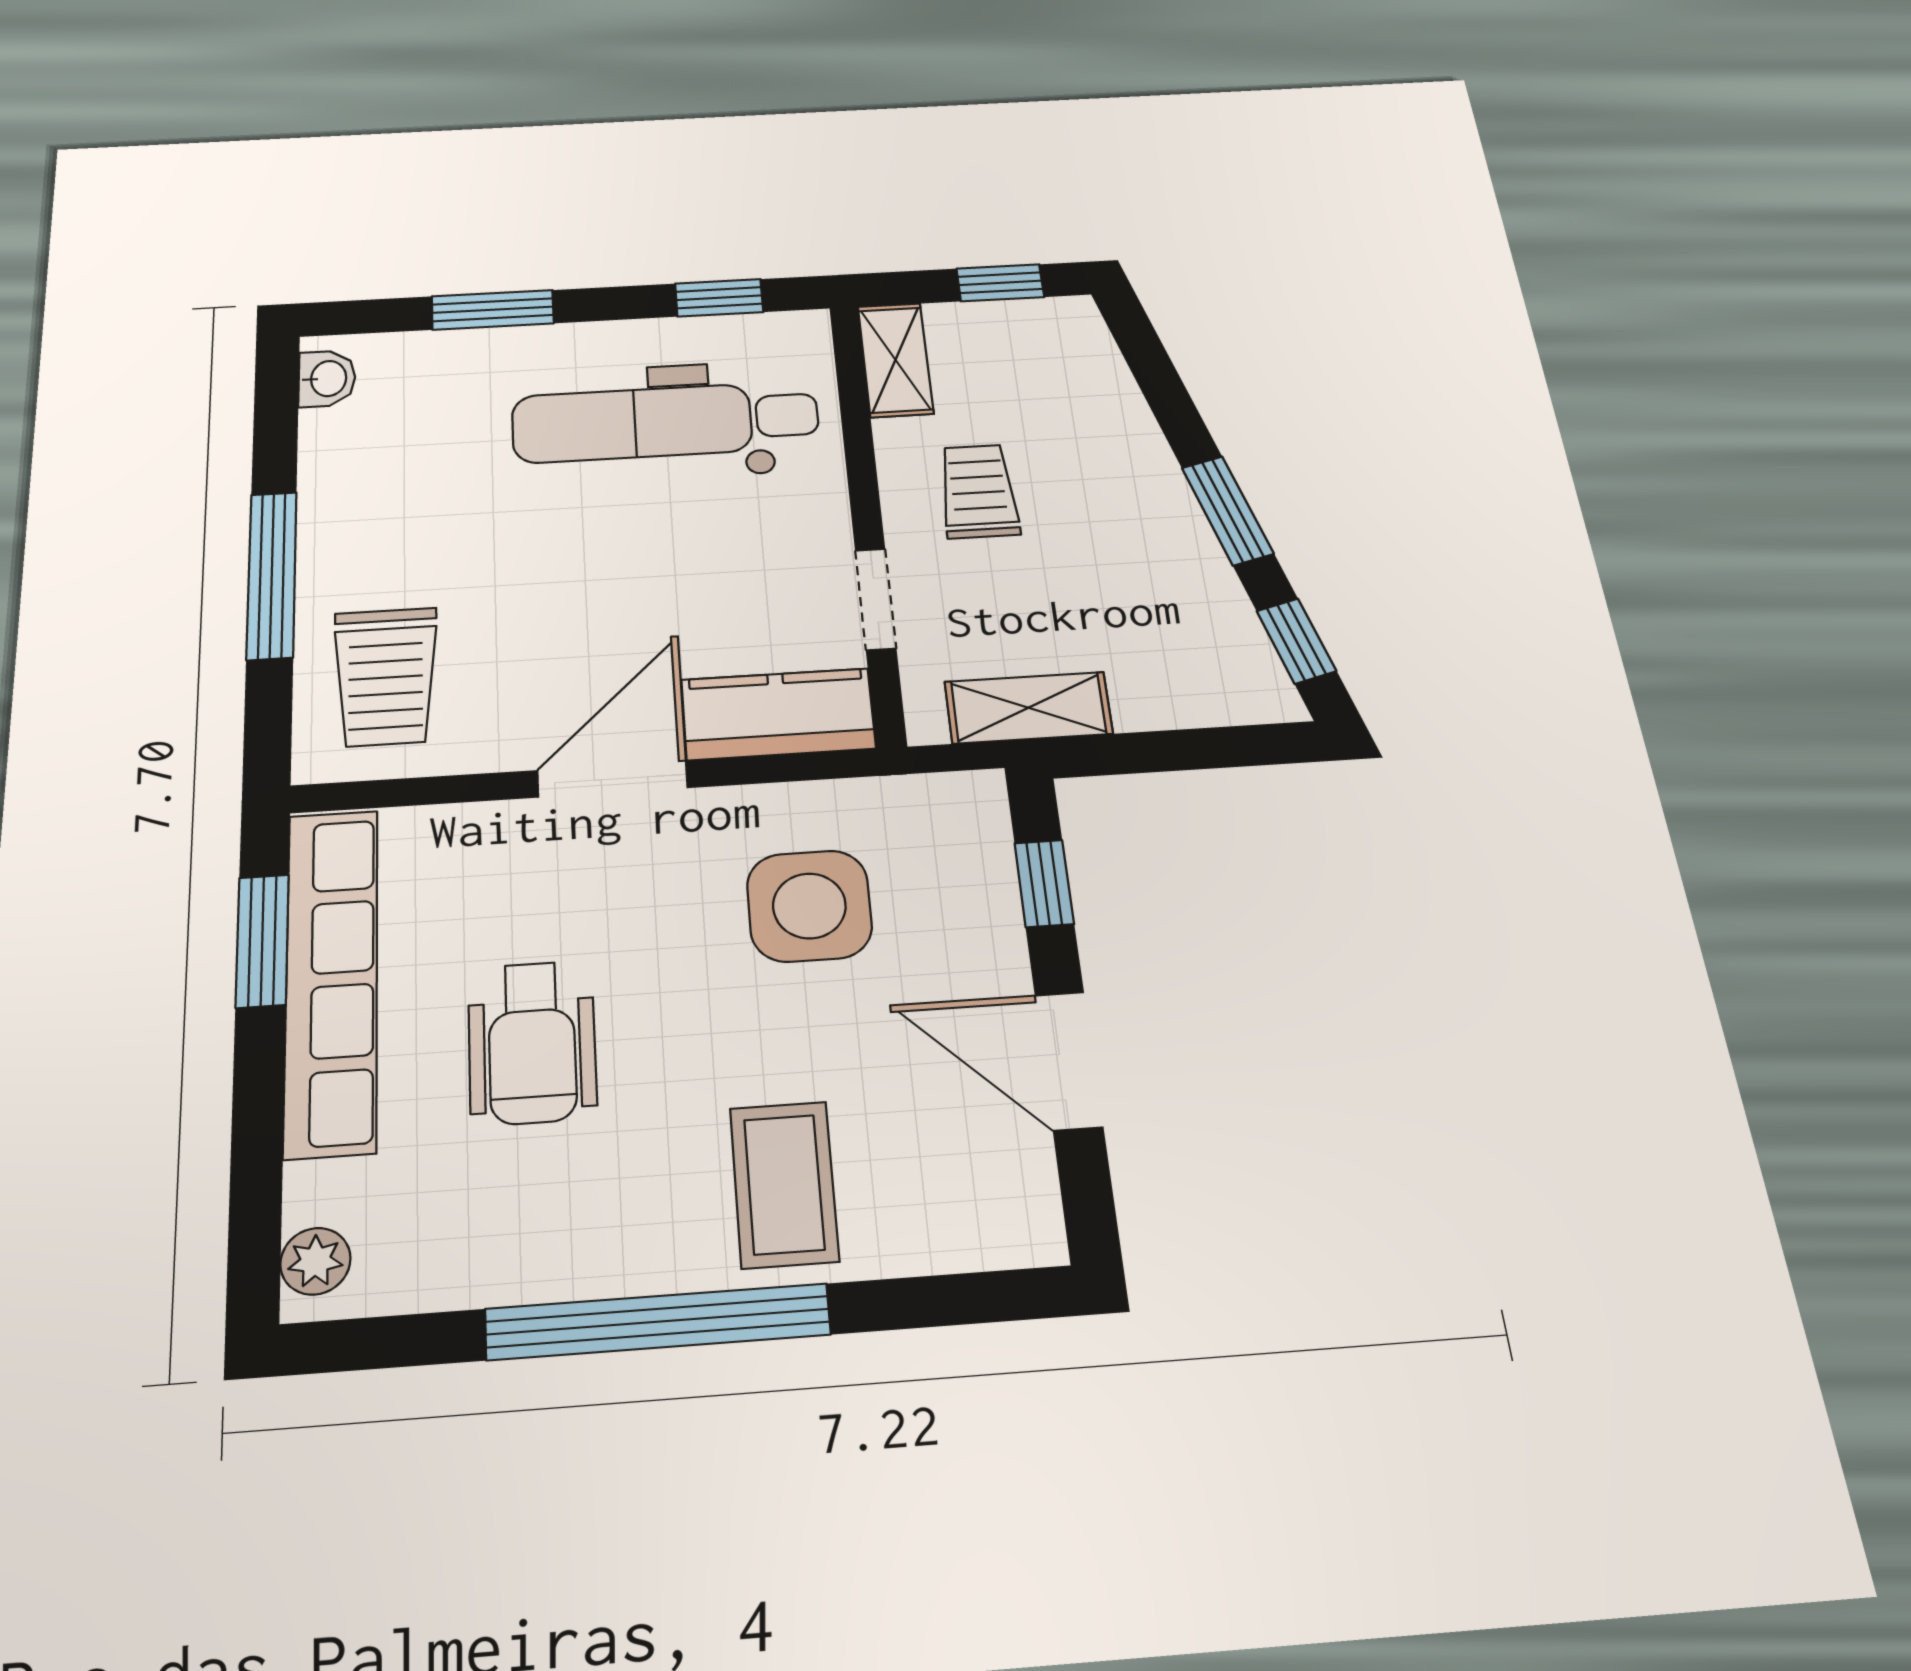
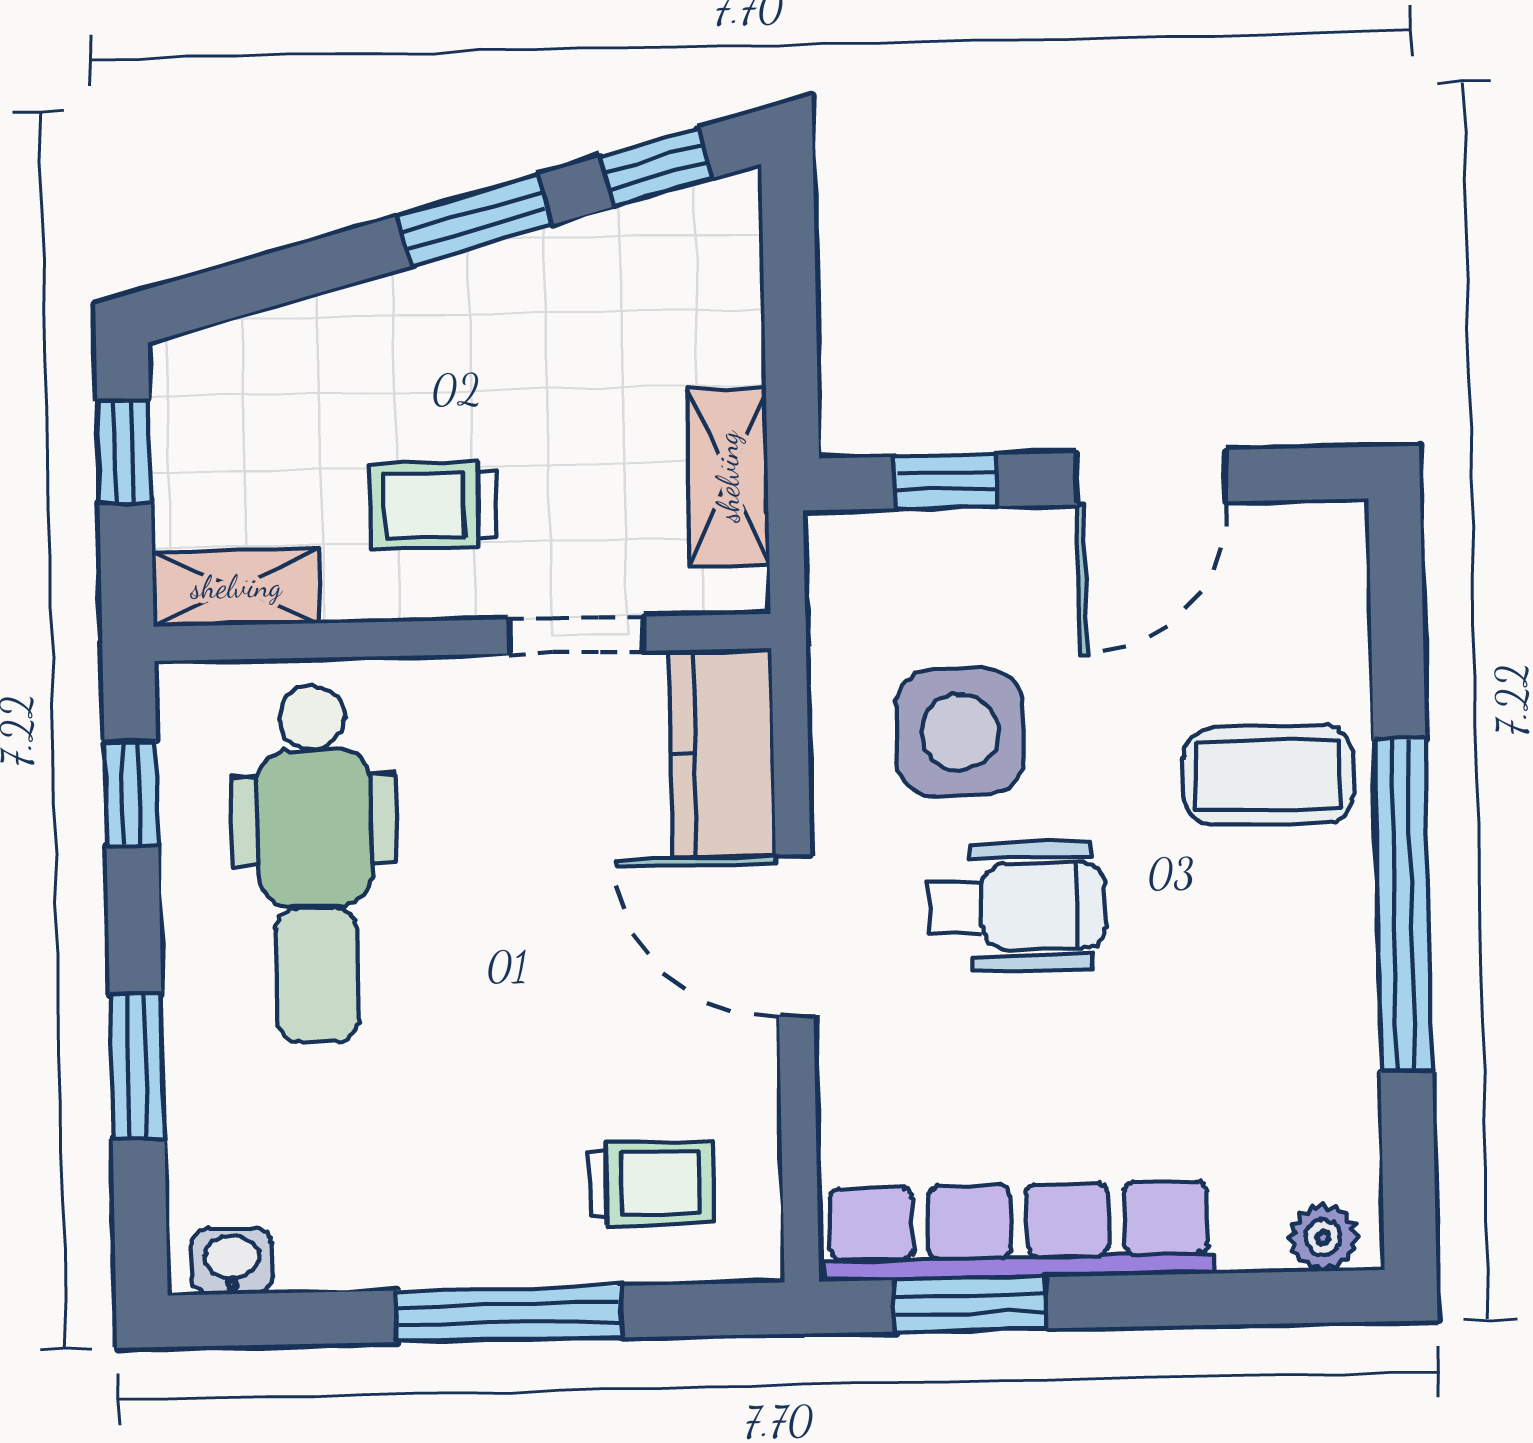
trolley: (386, 677) -> (651, 1183), width x0.73, depth x0.72
wheelchair: (532, 1042) -> (1017, 906), moved

